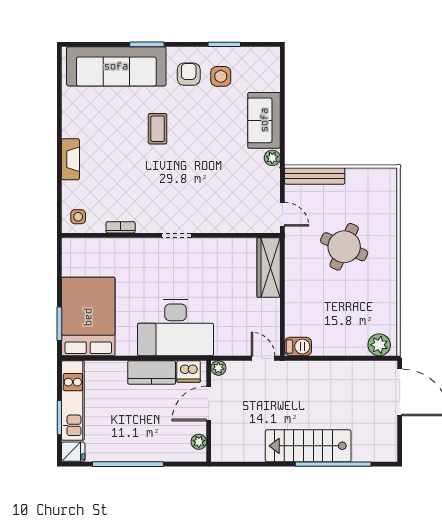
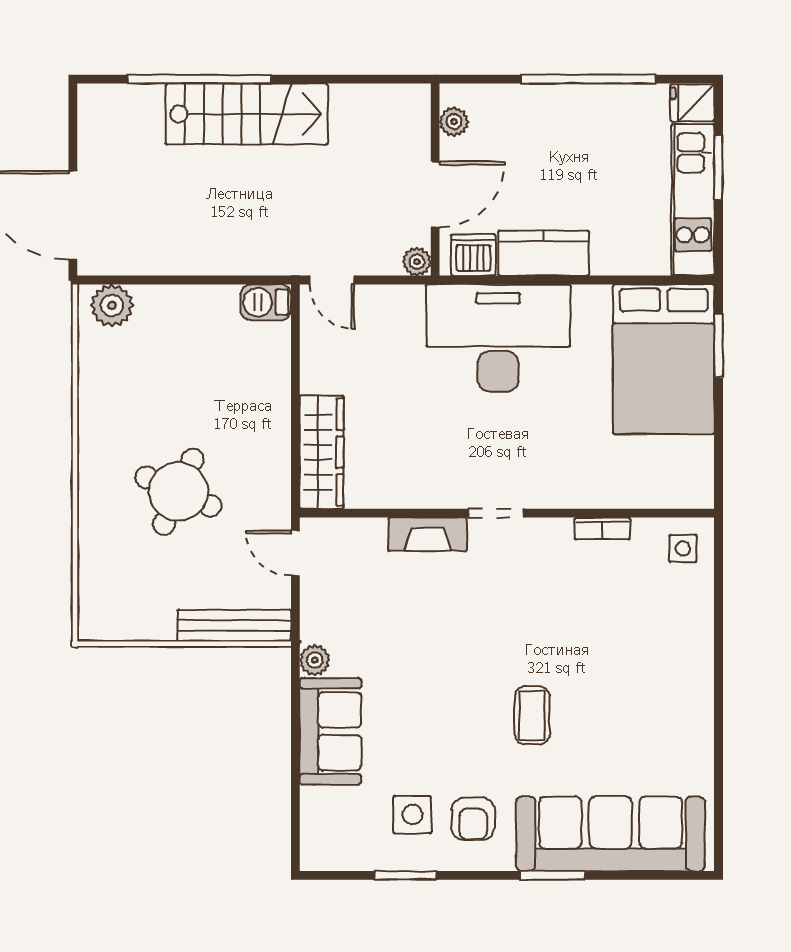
fireplace: (70, 159) -> (428, 534), moved, turned -90

